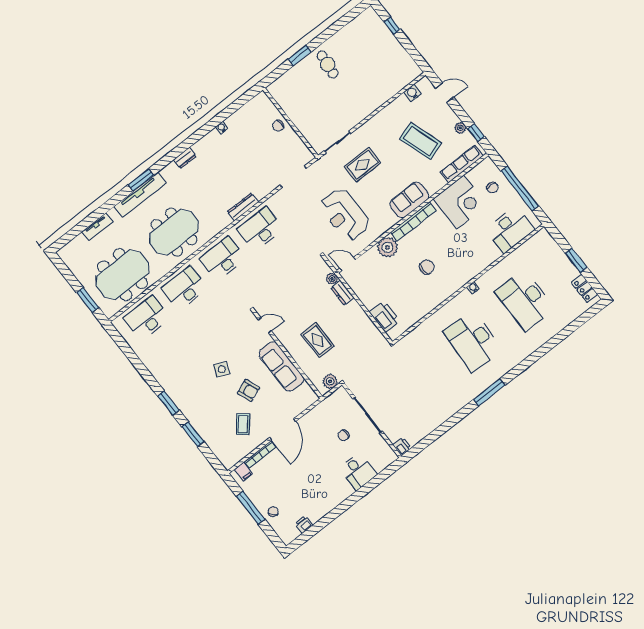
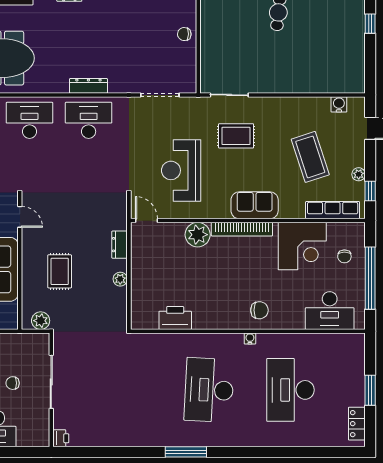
chair: (427, 267) -> (259, 310), moved
plant: (332, 279) -> (120, 279), moved
printer: (384, 317) -> (175, 318), moved, turned -90

